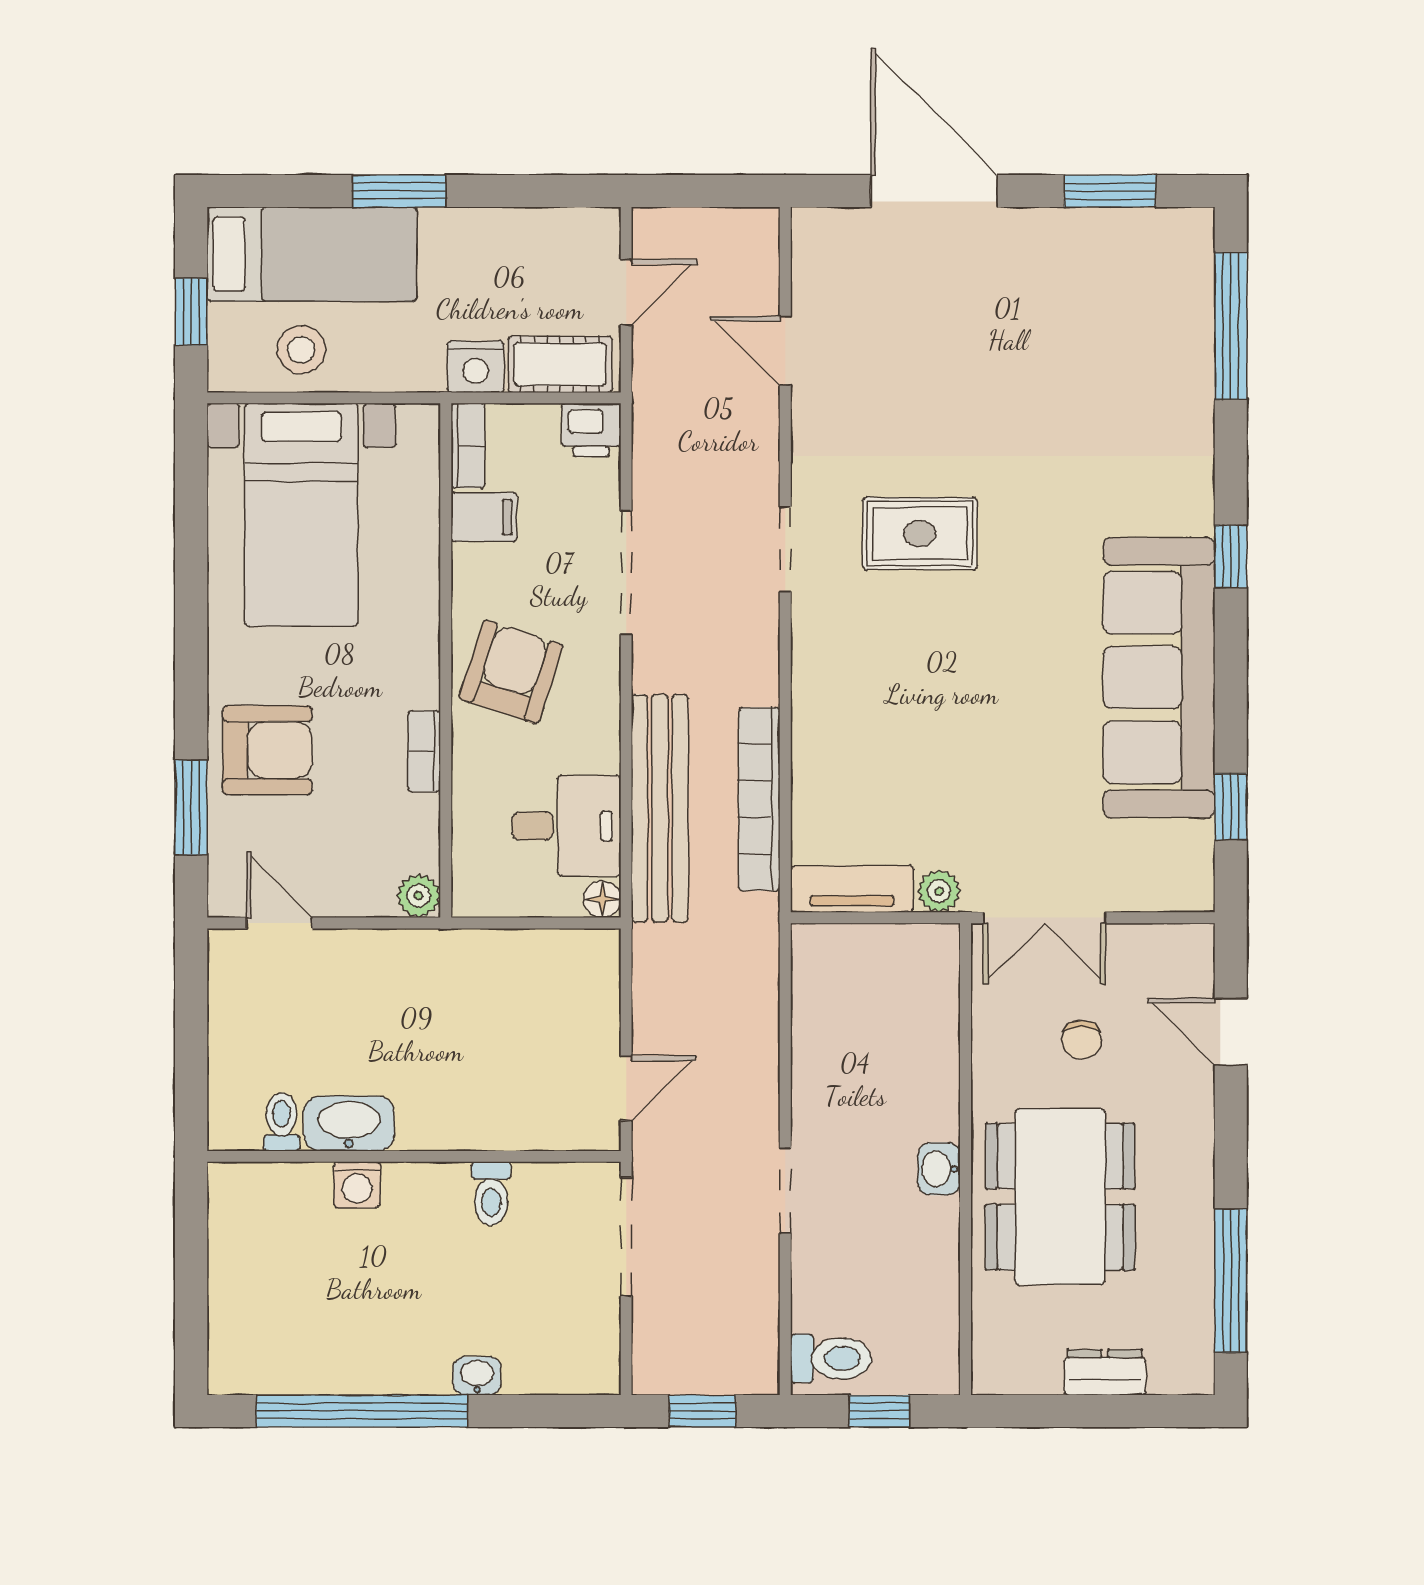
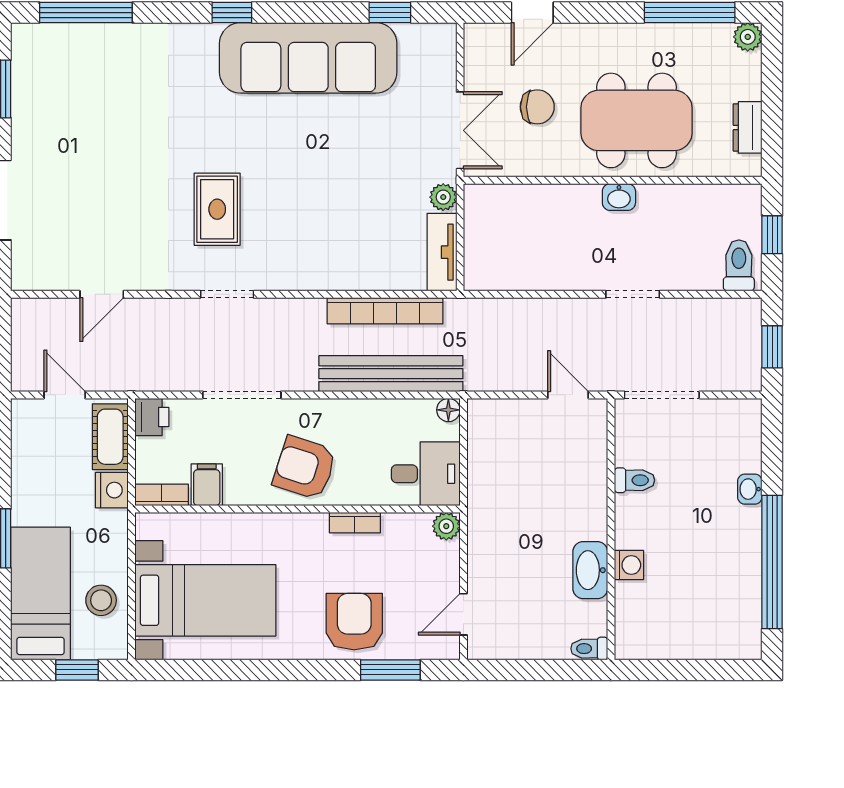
desk: (566, 826) -> (426, 474), moved, turned 90
chair: (1082, 1040) -> (537, 107), width x1.37, depth x1.37
toilet: (282, 1122) -> (589, 649), moved
dresser: (1105, 1372) -> (748, 127), moved
plant: (1192, 1373) -> (748, 37), added

